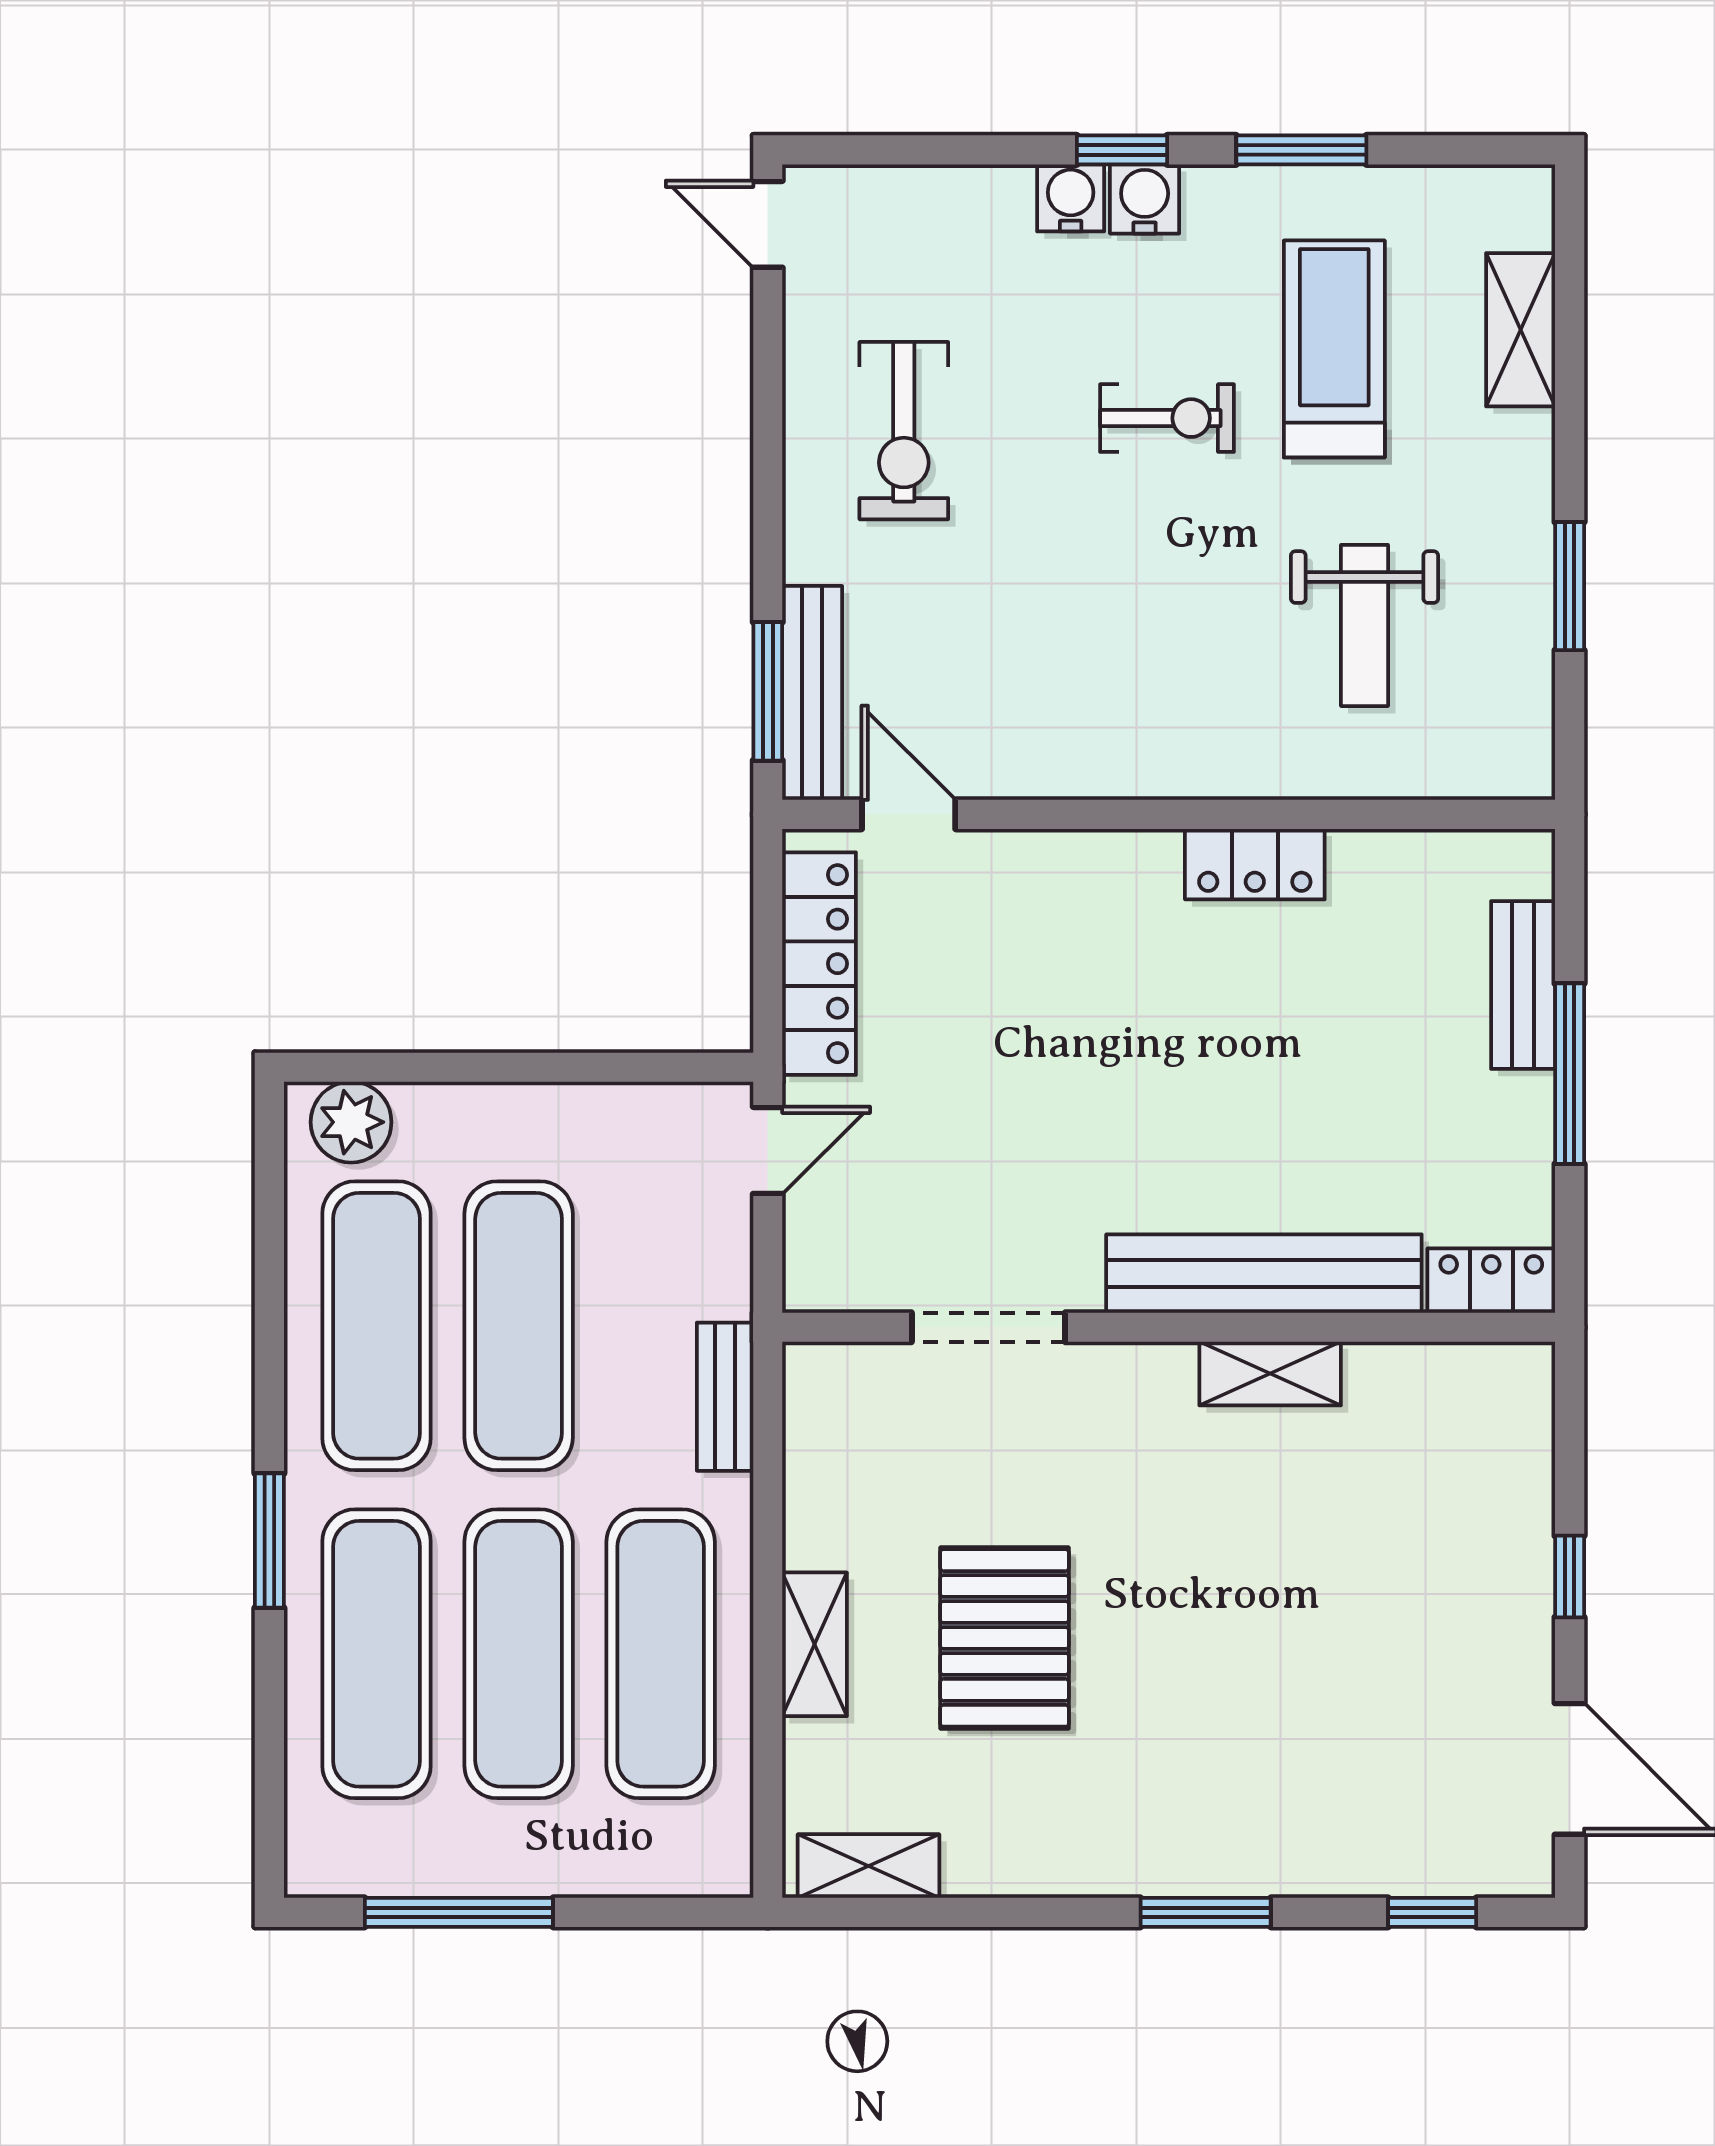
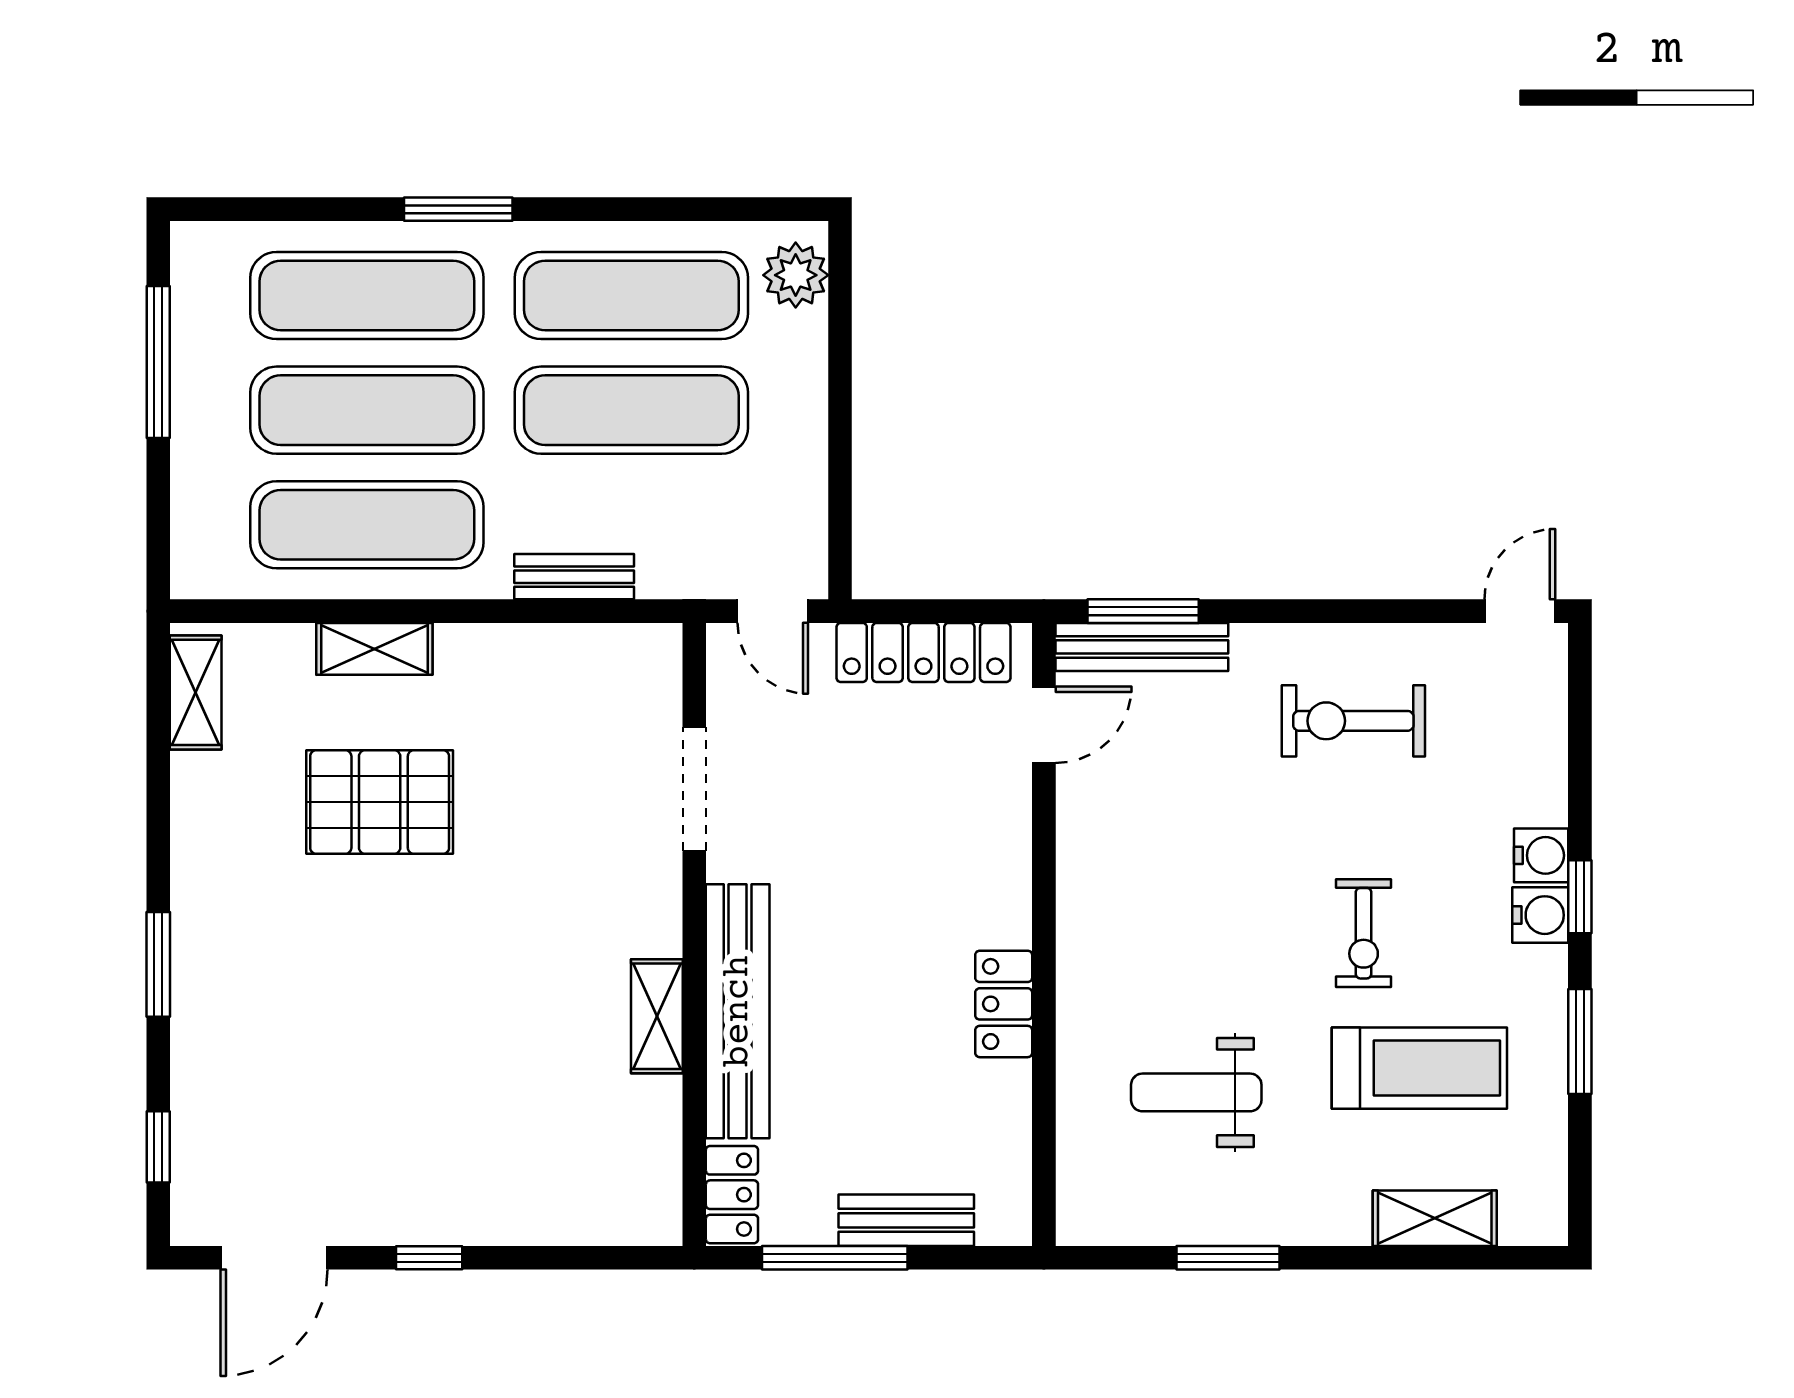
bench: (1264, 1274) -> (738, 1011), moved
locker: (1491, 1281) -> (732, 1195), moved
doorway: (988, 1327) -> (694, 789), moved
wall: (1169, 1327) -> (694, 934), moved
shelving: (1270, 1374) -> (657, 1016), moved

